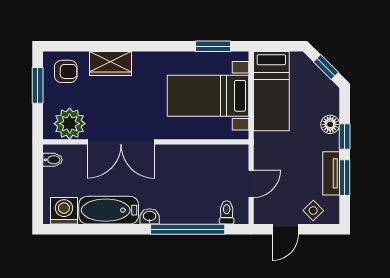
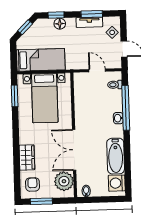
window: (345, 136) -> (56, 15), moved
double door: (121, 142) -> (74, 150), swing flipped
washbasin: (150, 216) -> (118, 118), moved

